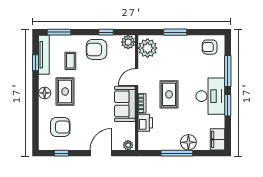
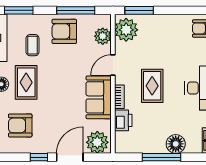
window: (106, 32) -> (76, 10), width x2.17
window: (175, 32) -> (139, 10), moved
plant: (128, 42) -> (103, 36), moved
armchair: (60, 127) -> (20, 125), turned 180
plant: (128, 145) -> (97, 142), width x1.87, depth x1.87
window: (61, 153) -> (39, 157), moved

